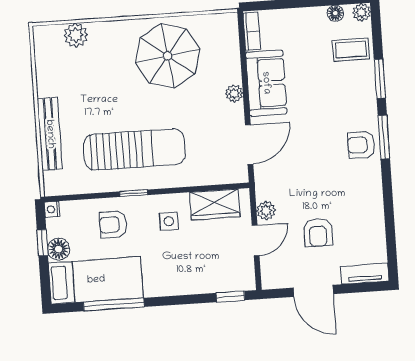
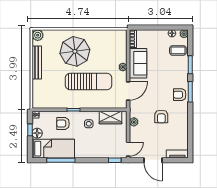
plant: (76, 35) -> (38, 35), moved
parasol: (168, 56) -> (75, 51), moved
bench: (50, 134) -> (37, 62), moved
sun lounger: (134, 149) -> (88, 82), moved
armchair: (318, 232) -> (161, 117), moved
door: (256, 241) -> (128, 149), moved

